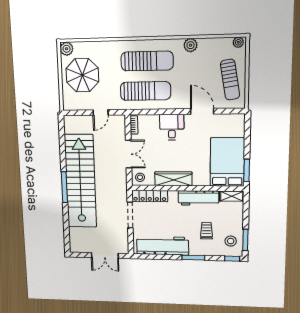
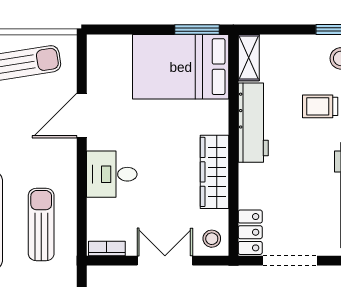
sun lounger: (145, 91) -> (41, 225), width x0.73, depth x0.75
locker: (150, 196) -> (250, 232), width x0.66

